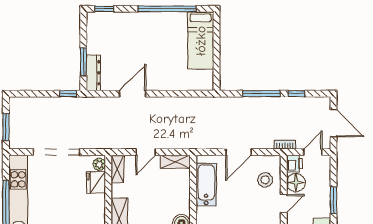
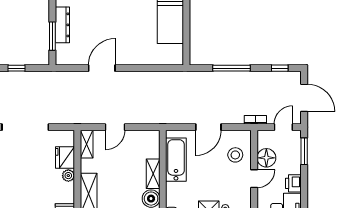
dresser: (93, 73) -> (62, 25), moved
window: (68, 94) -> (17, 68), moved
window: (296, 94) -> (280, 68), moved
shelving: (175, 162) -> (153, 174), moved, turned 90
plant: (99, 164) -> (68, 176), moved
printer: (294, 164) -> (293, 183), moved, turned 180
window: (334, 200) -> (304, 151), moved

